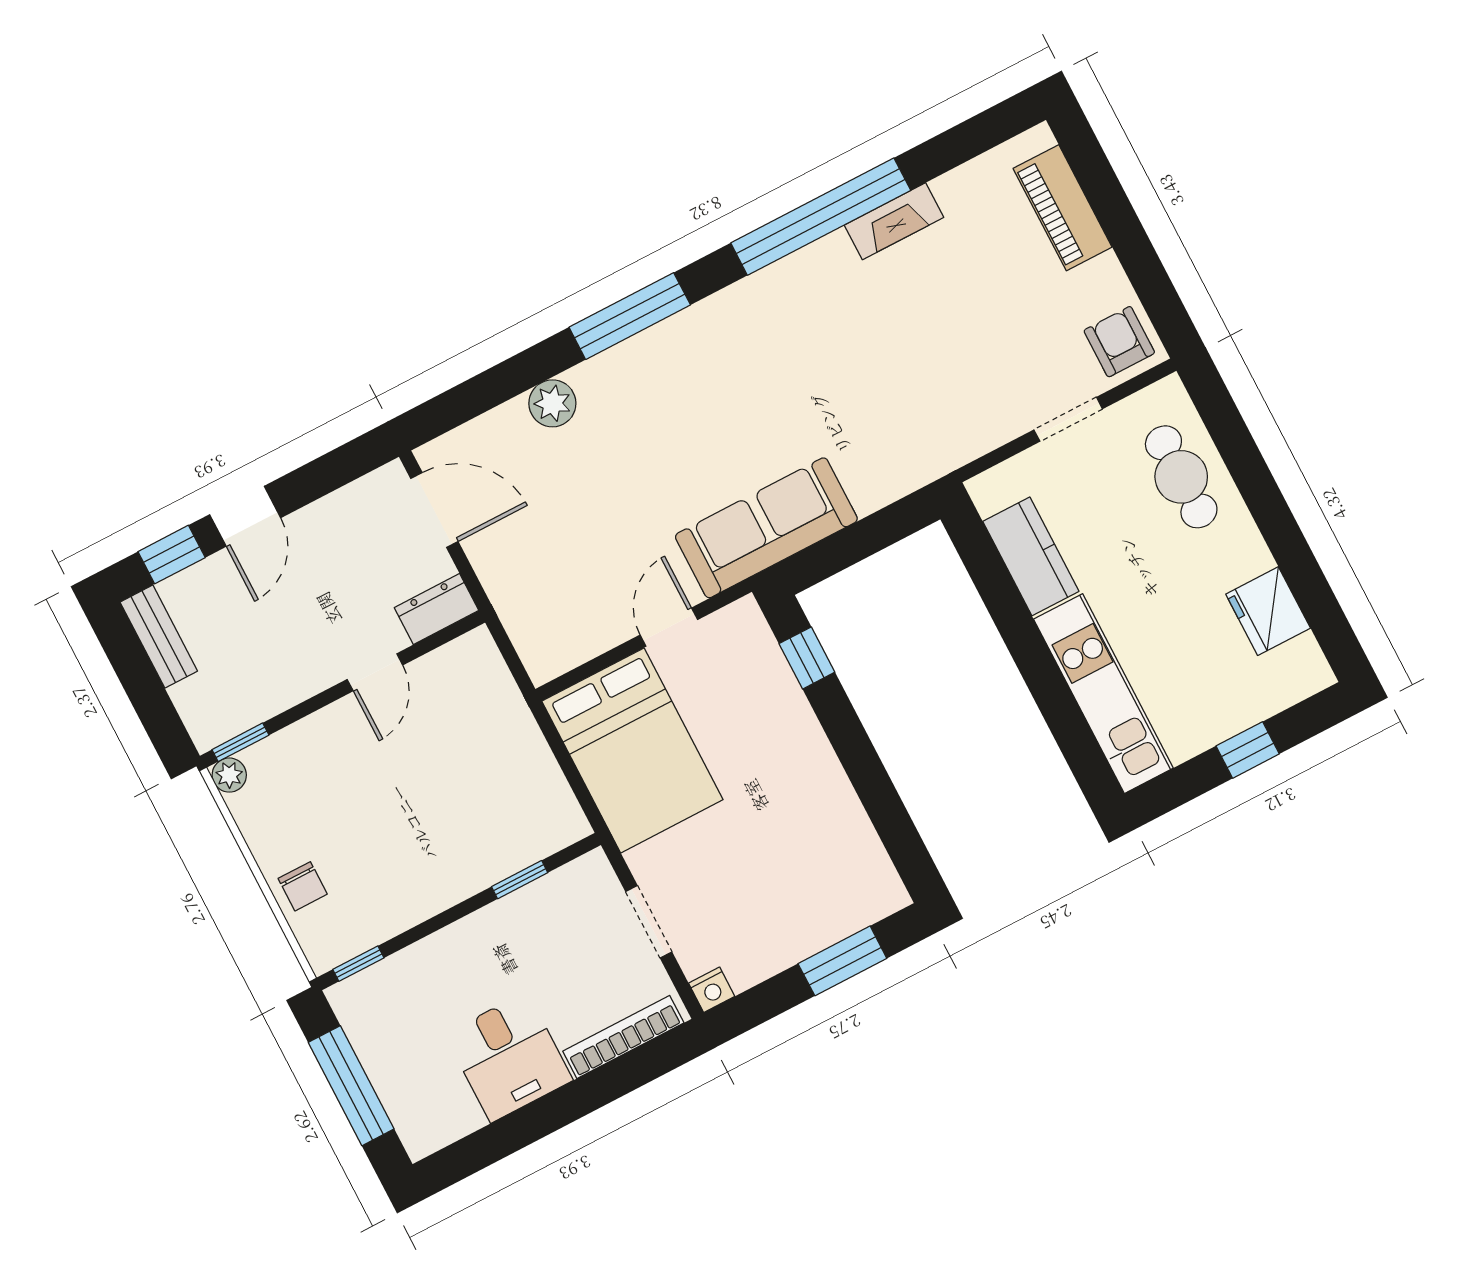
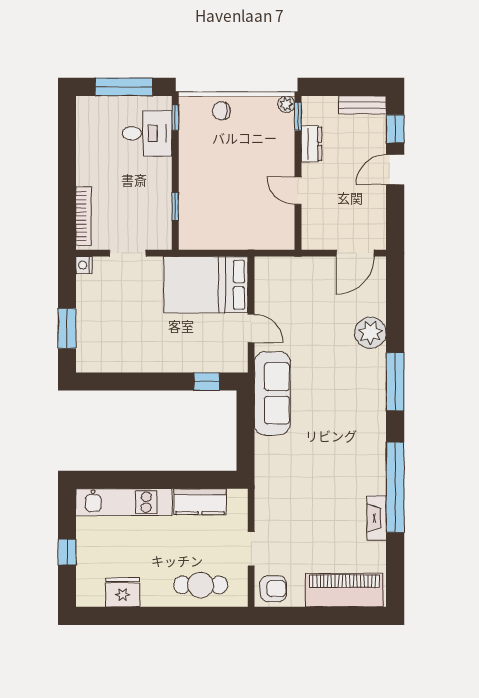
piano: (1063, 208) -> (344, 590), width x1.37, depth x1.33
plant: (552, 403) -> (370, 333), width x1.36, depth x1.36
door: (245, 516) -> (395, 170), hinge flipped
dresser: (436, 609) -> (312, 144), moved
desk: (509, 1057) -> (147, 133), moved, turned 180

